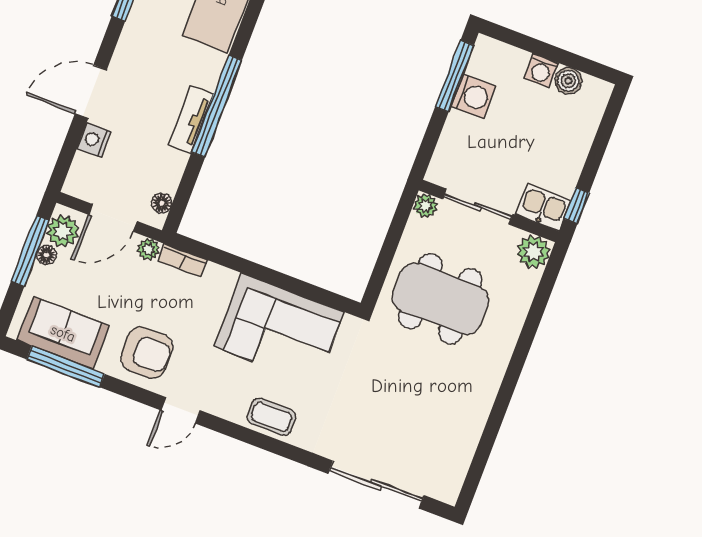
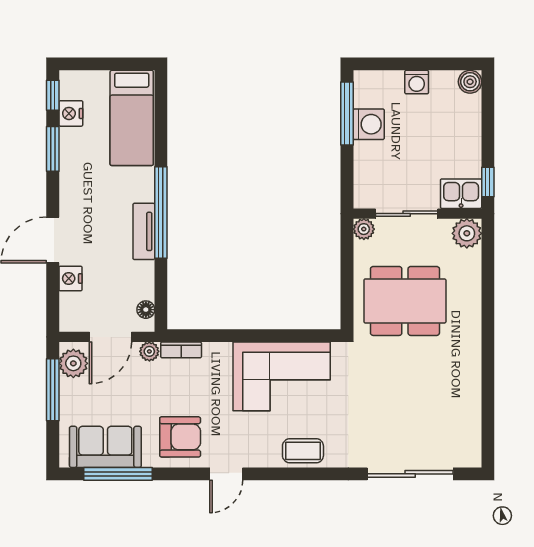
boiler: (568, 81) -> (470, 82), moved
floor lamp: (47, 255) -> (67, 388), removed

